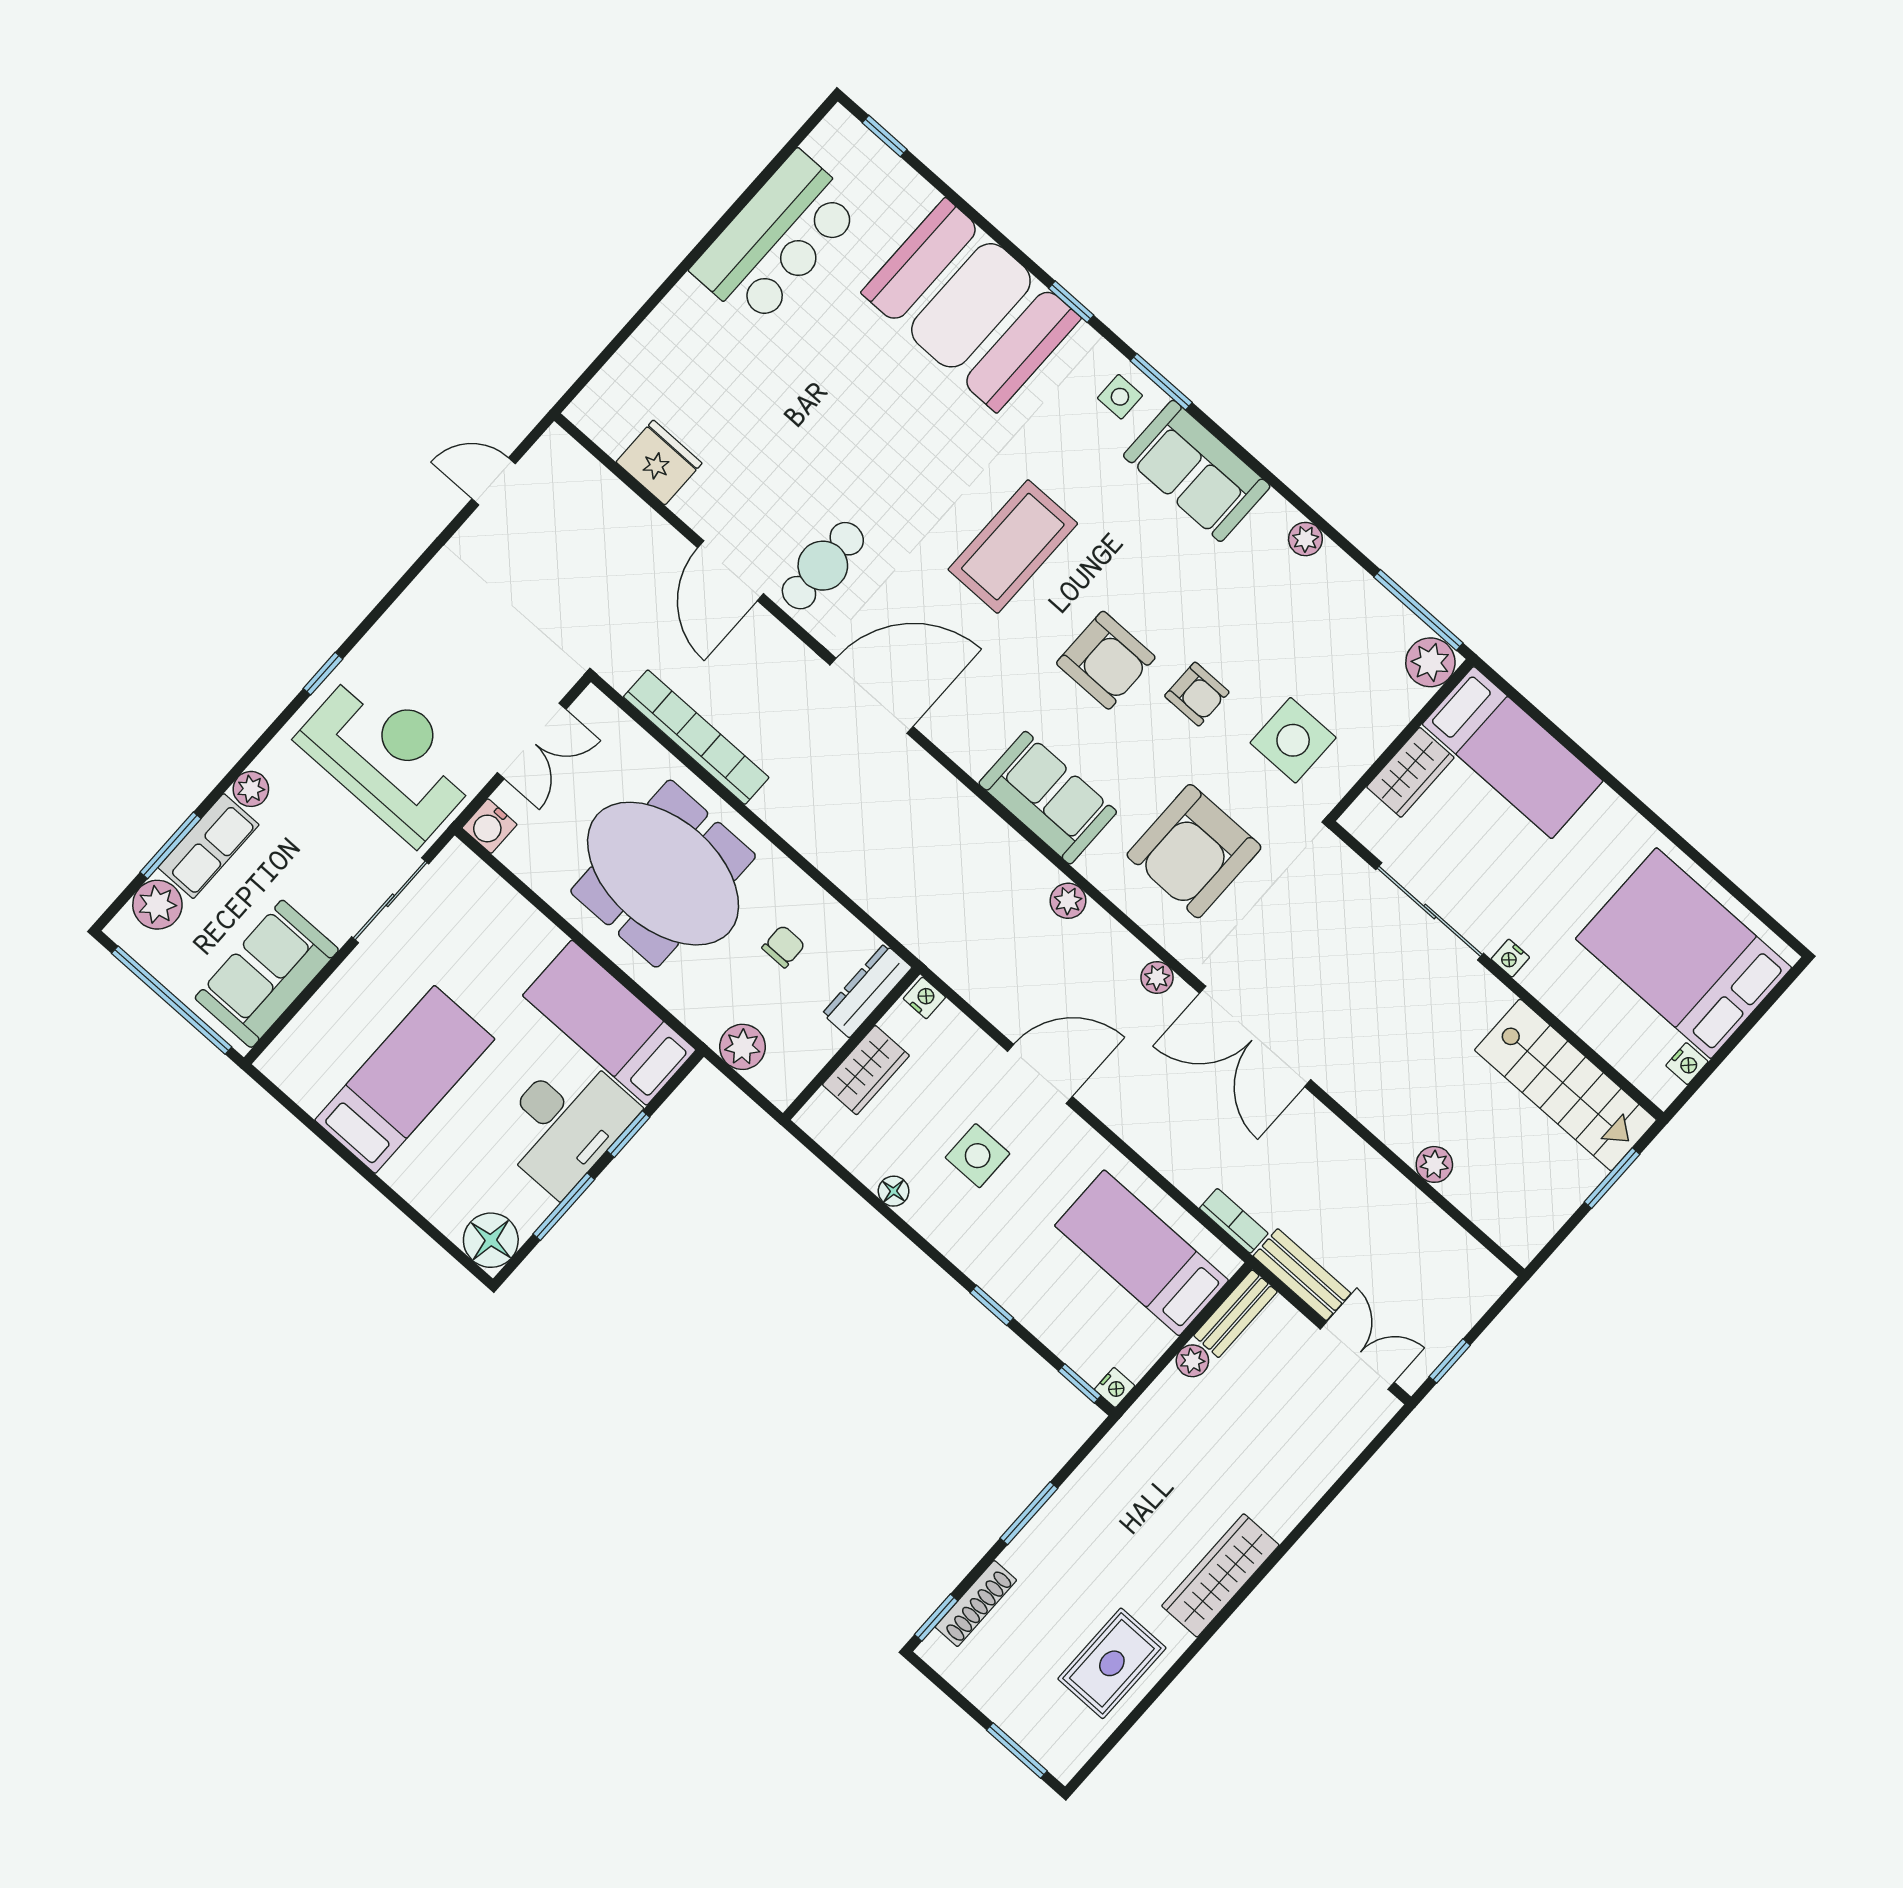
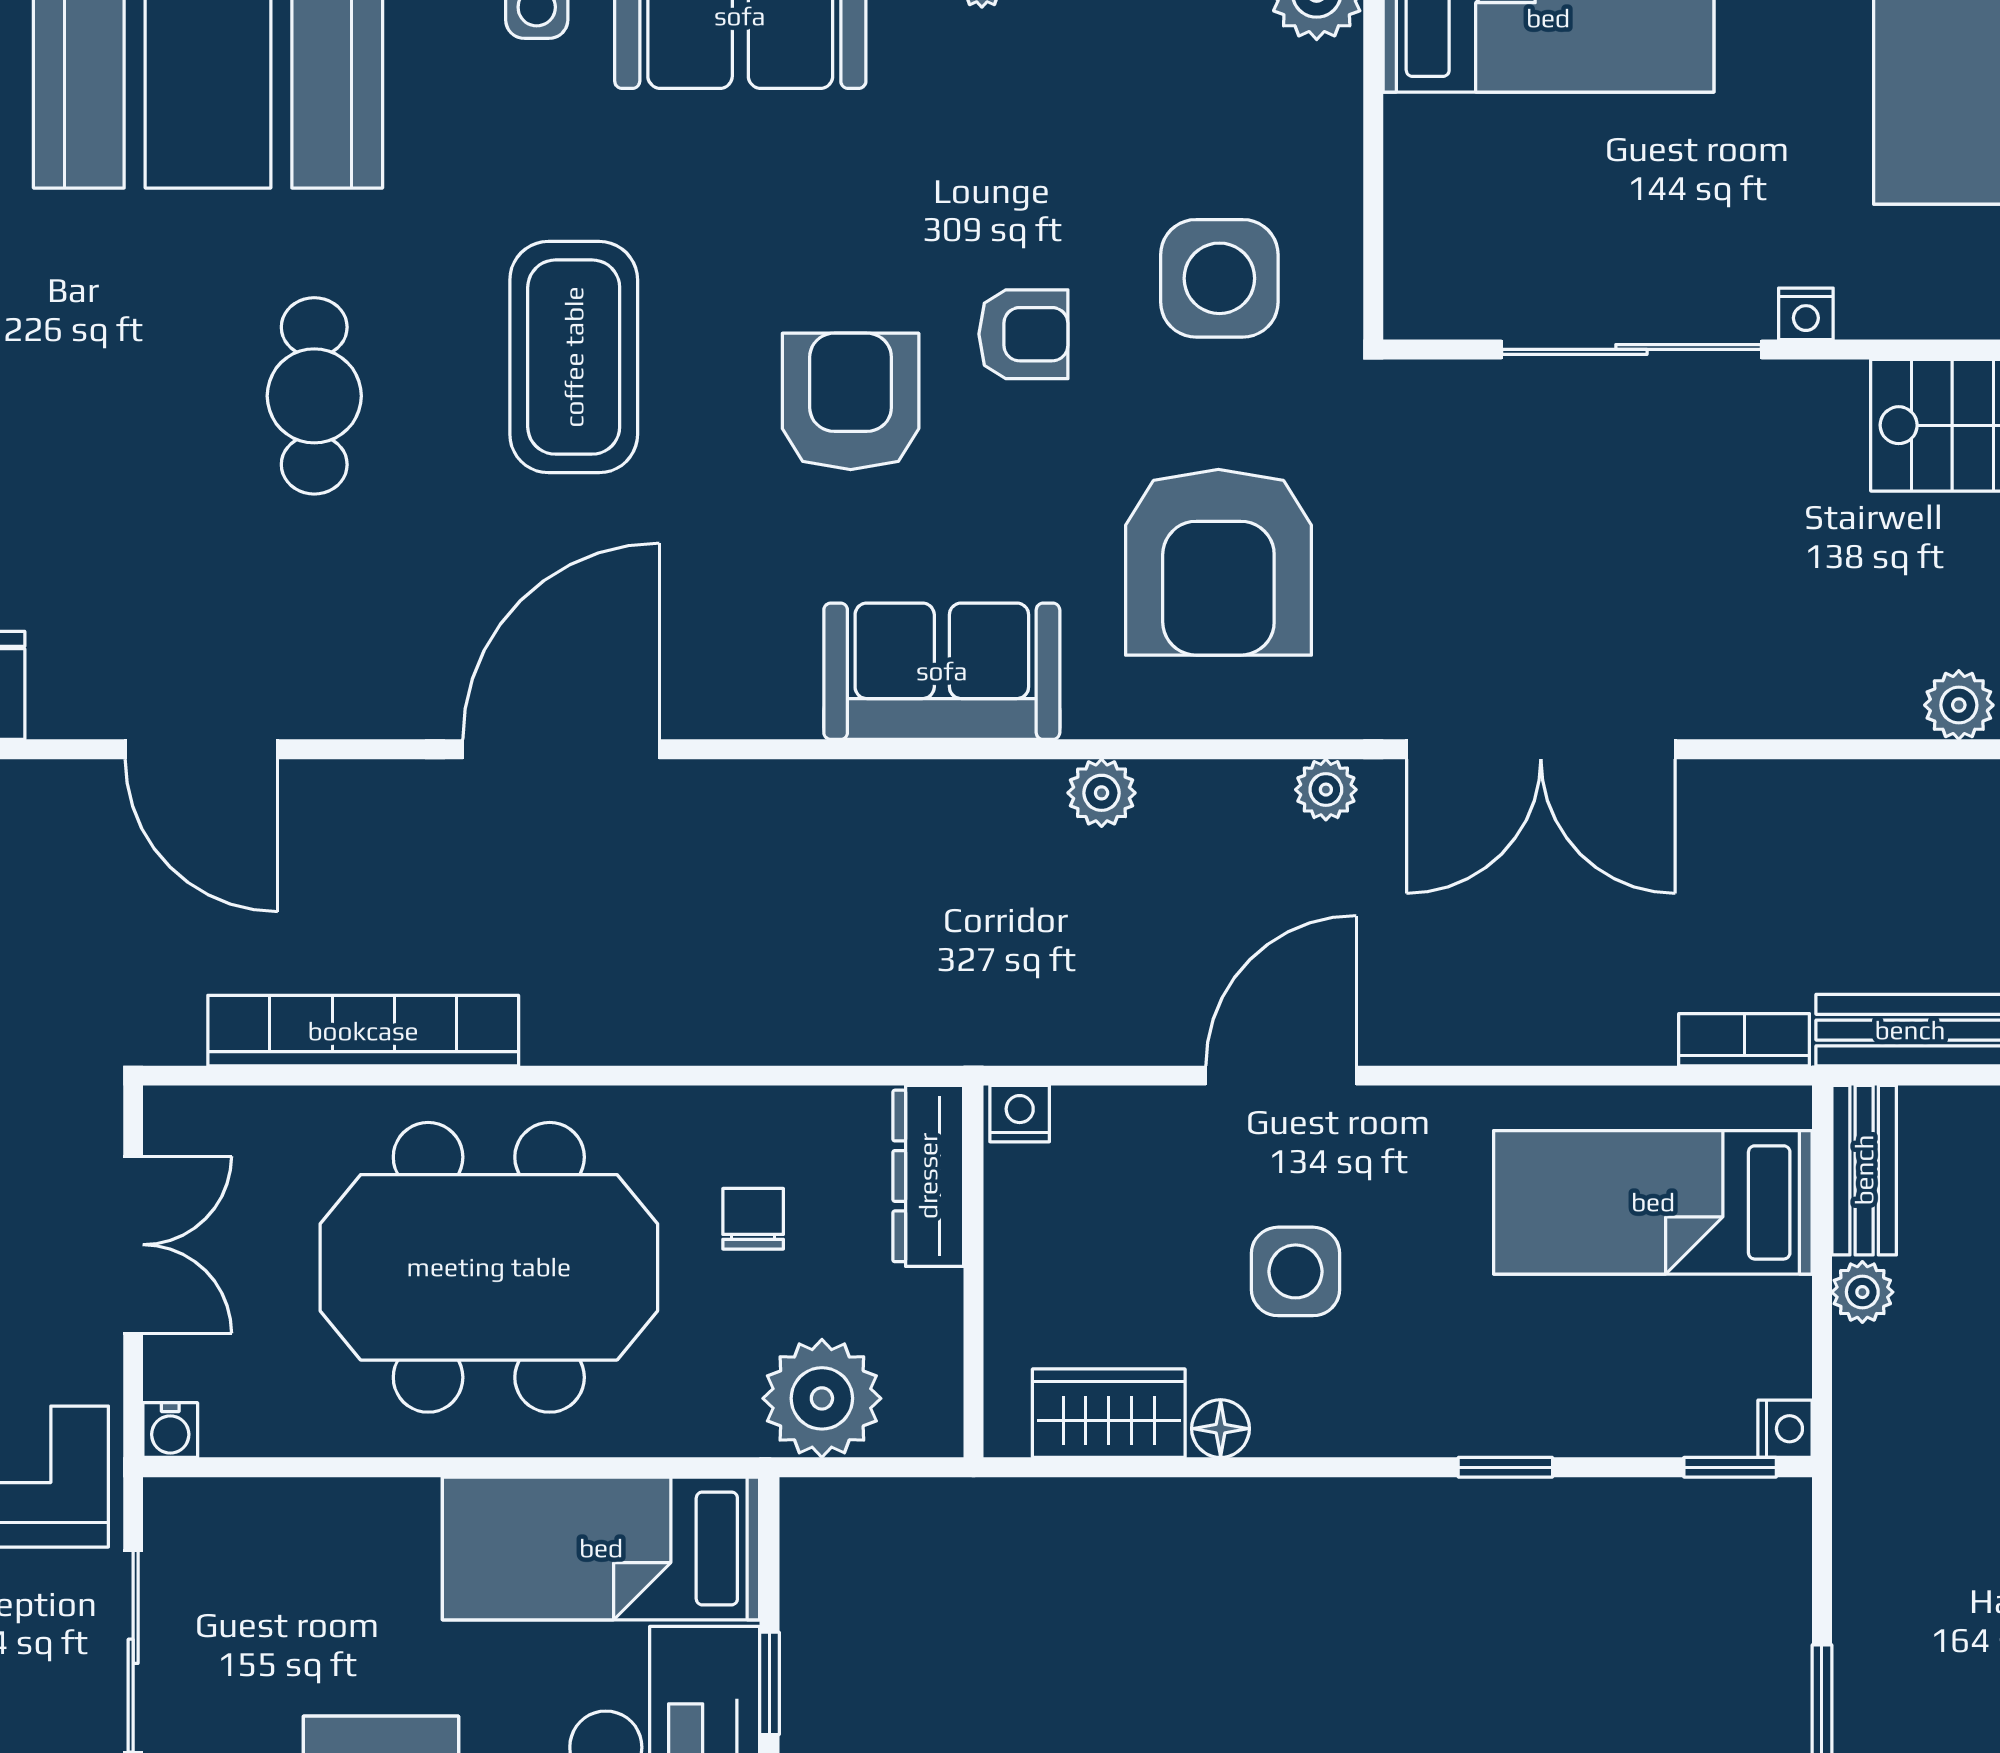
cafe table: (823, 566) -> (314, 396), moved
armchair: (1106, 660) -> (851, 401), turned -90
wardrobe: (1410, 772) -> (1428, 175), removed
water cooler: (489, 826) -> (170, 1430), width x0.72, depth x0.72
plant: (742, 1047) -> (822, 1398), width x1.36, depth x1.36
wardrobe: (866, 1070) -> (1109, 1413), moved, turned -90

